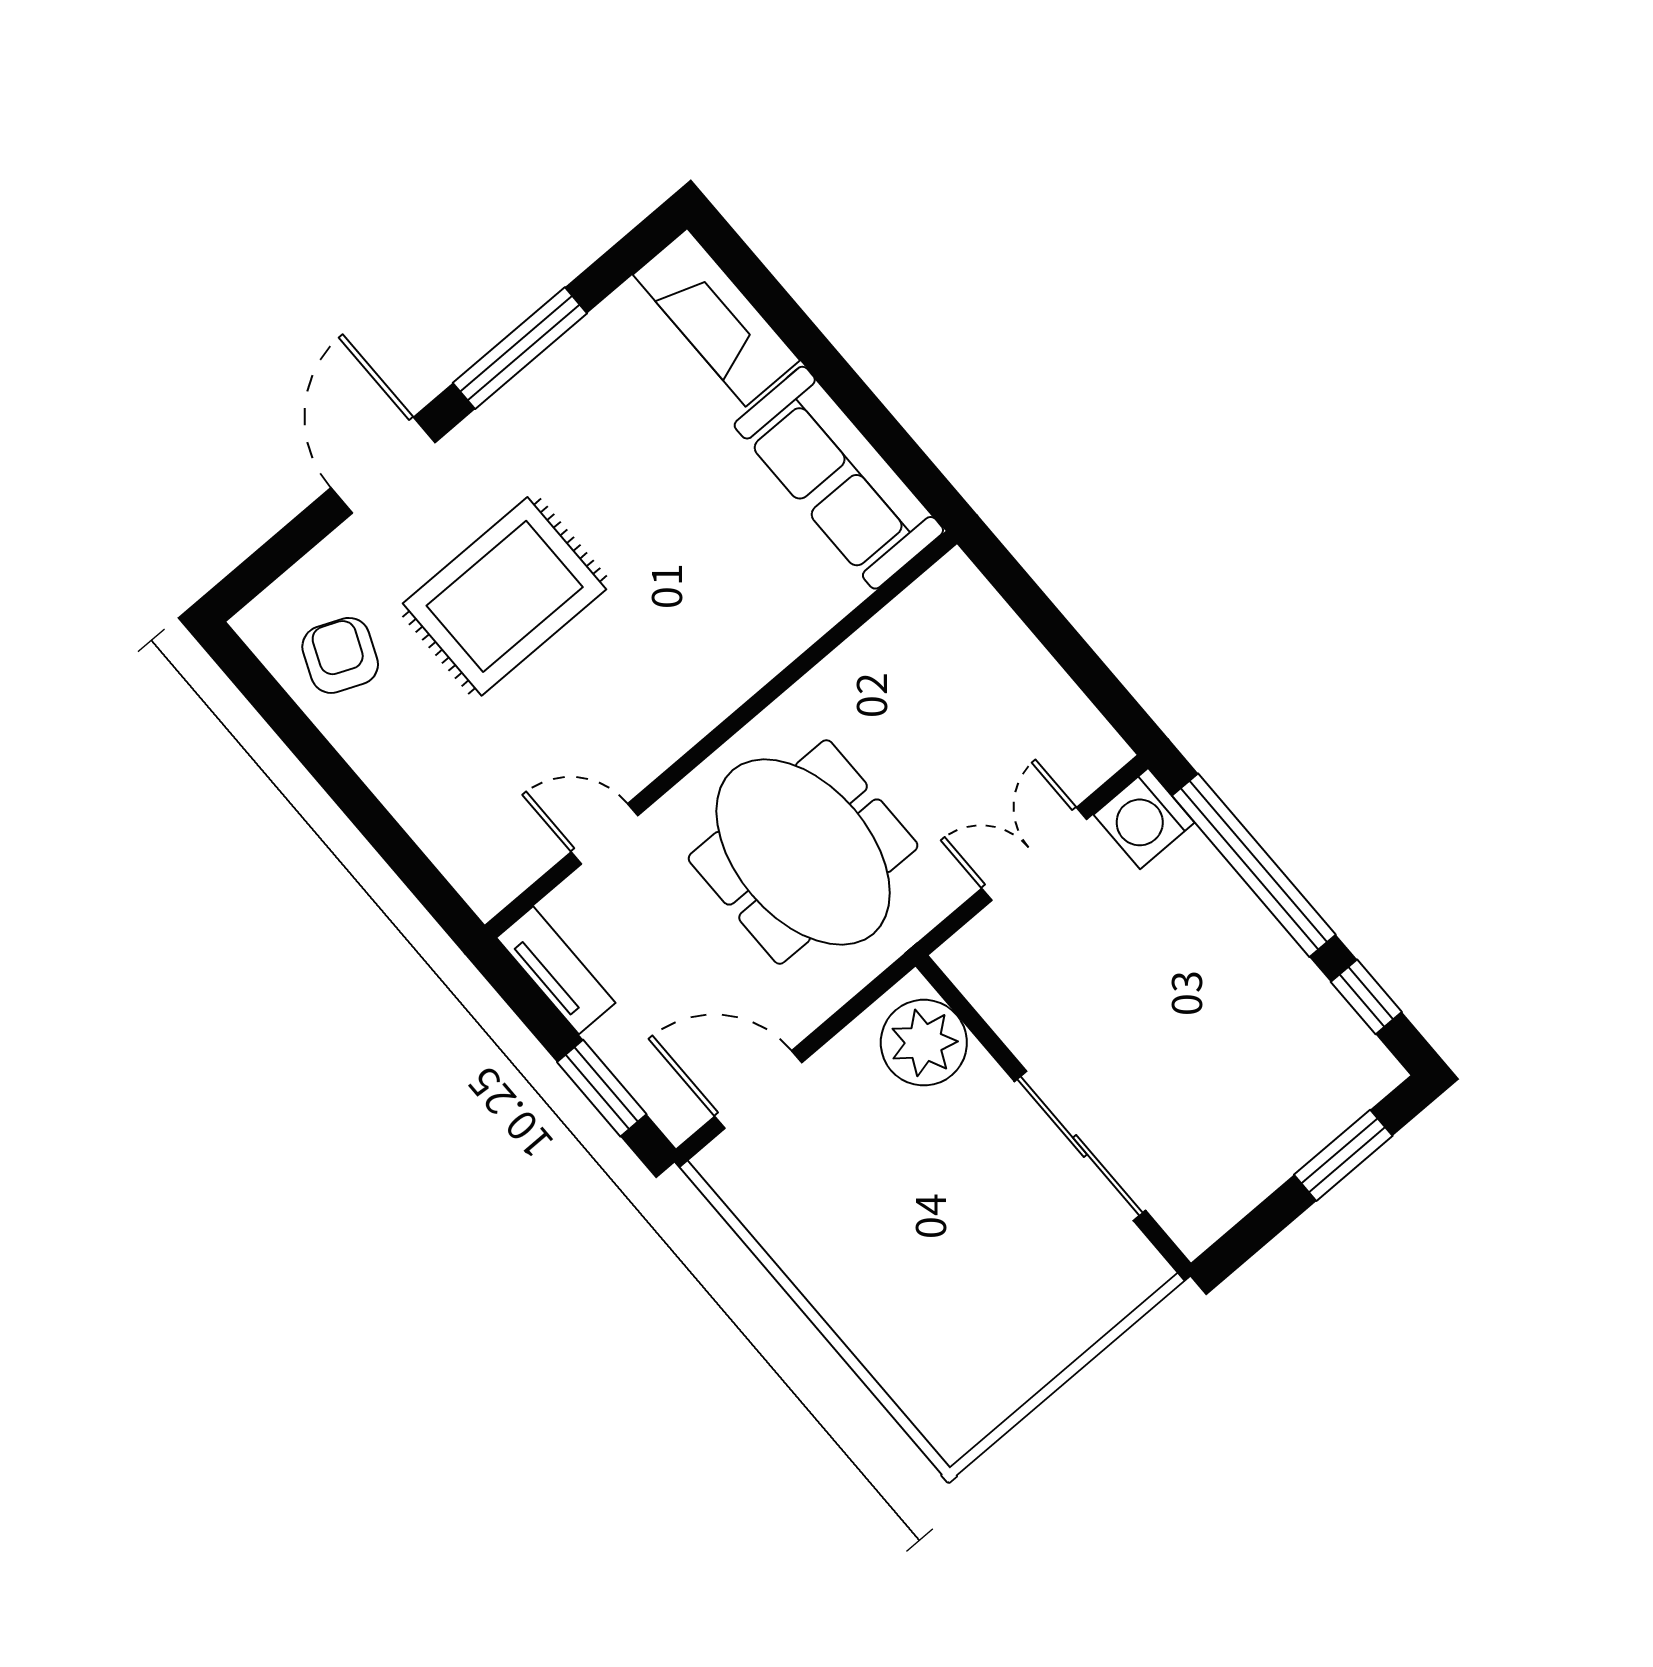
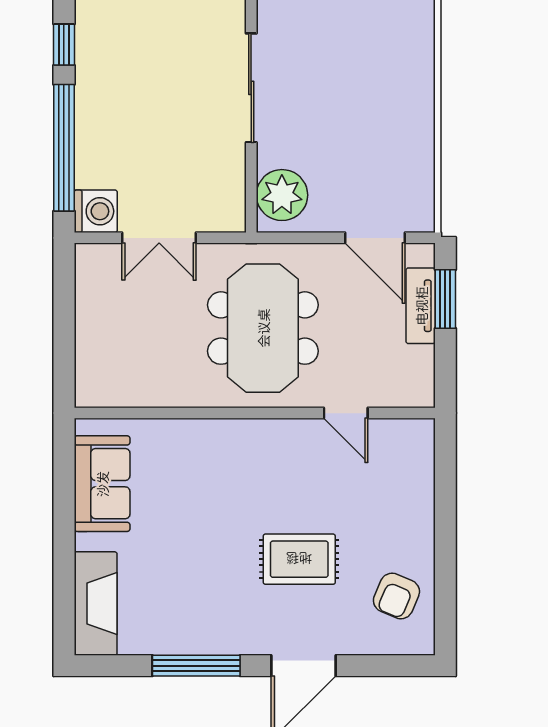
sofa: (839, 478) -> (102, 484), width x0.73
rug: (505, 596) -> (299, 559), width x0.73, depth x0.70
tv unit: (556, 970) -> (421, 306), moved

